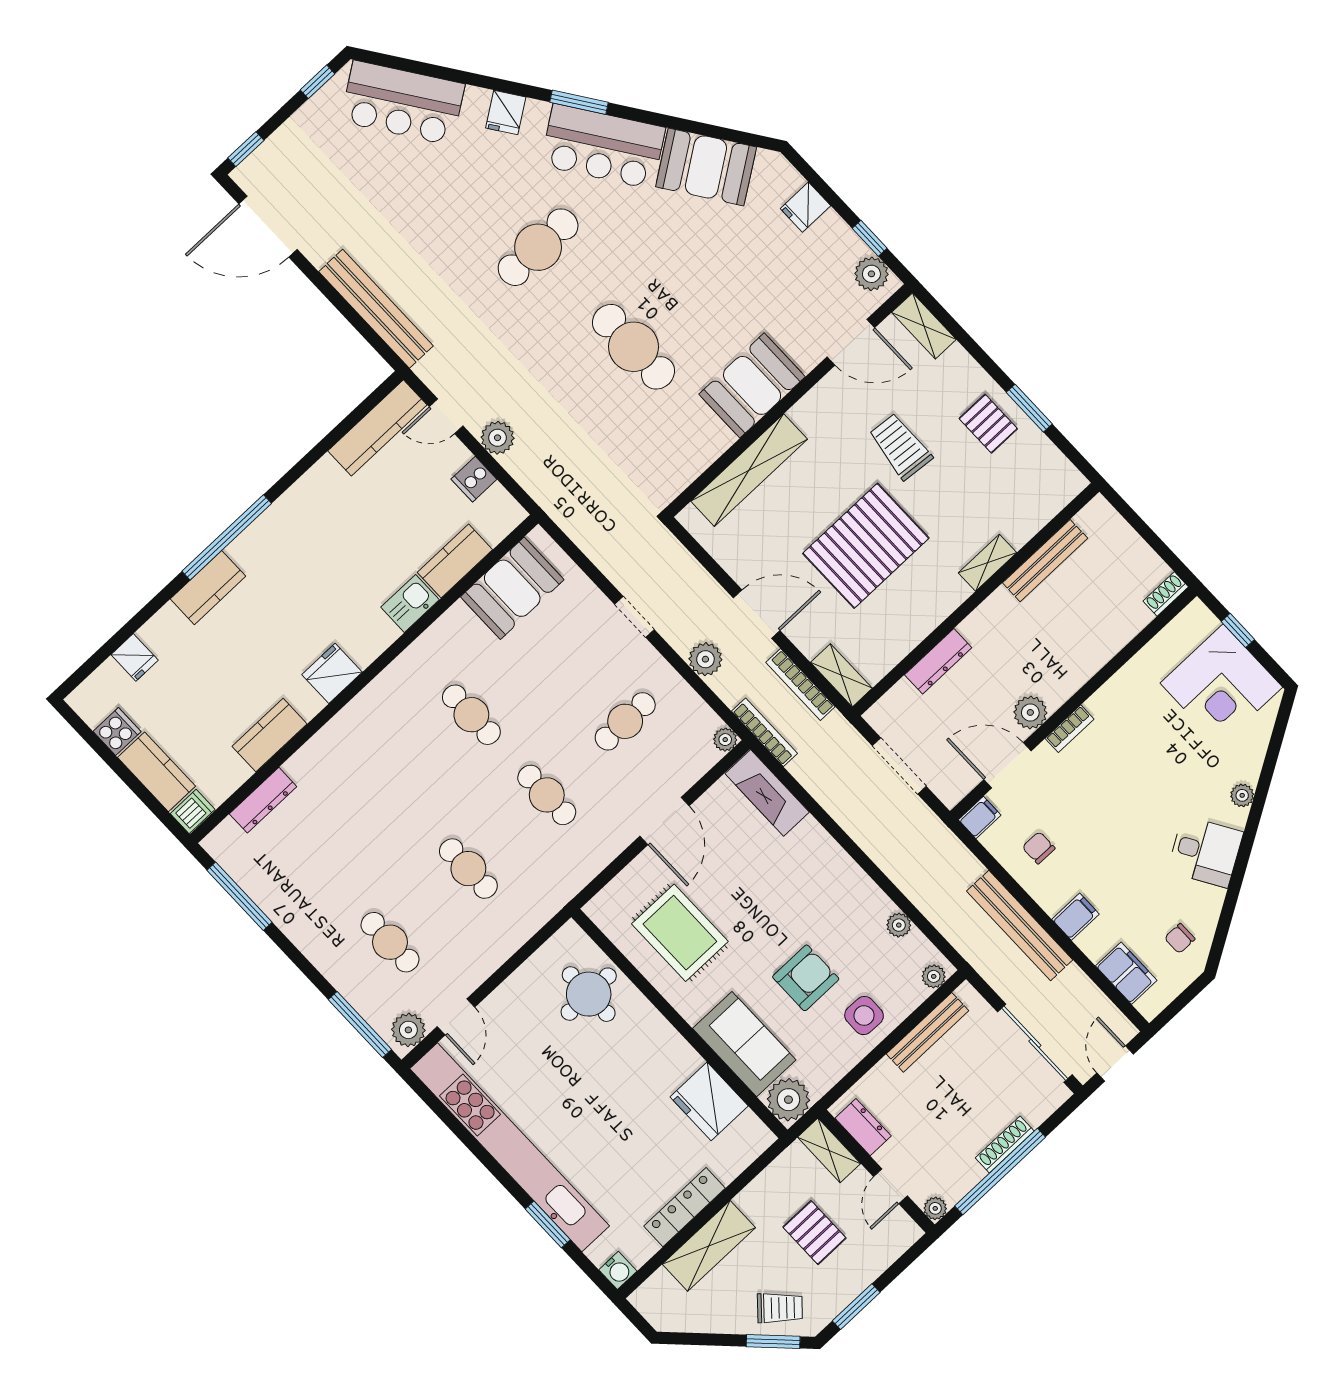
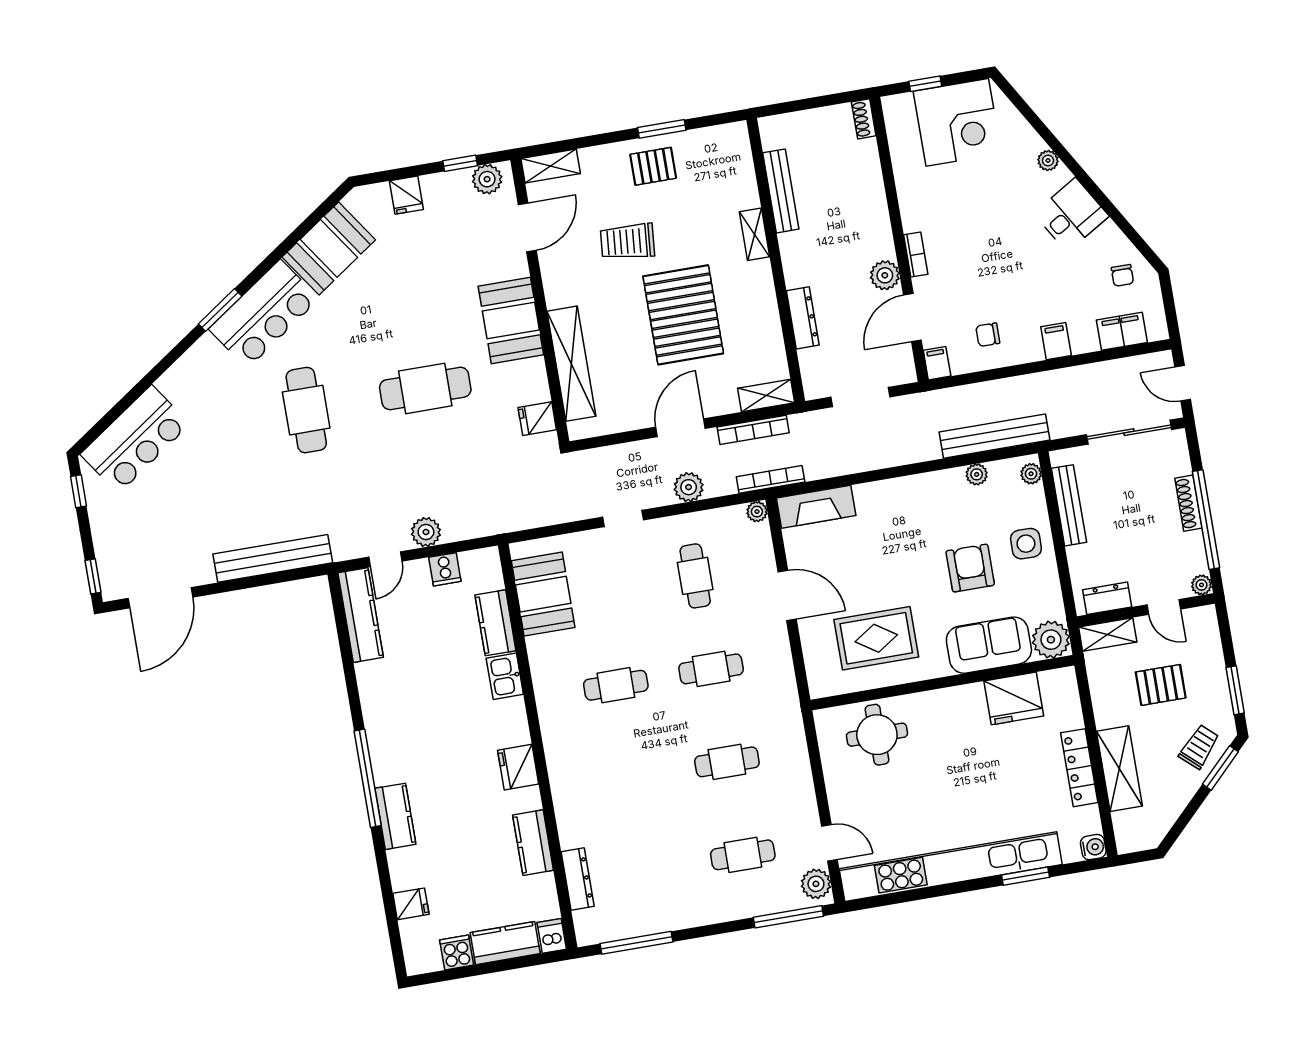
fridge: (506, 112) -> (537, 419), moved, turned 125
bench: (1020, 925) -> (995, 436), moved

